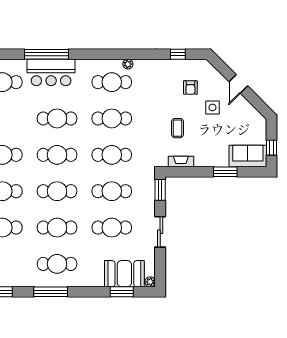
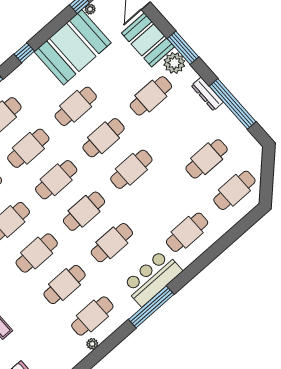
window: (47, 54) -> (151, 307), moved

